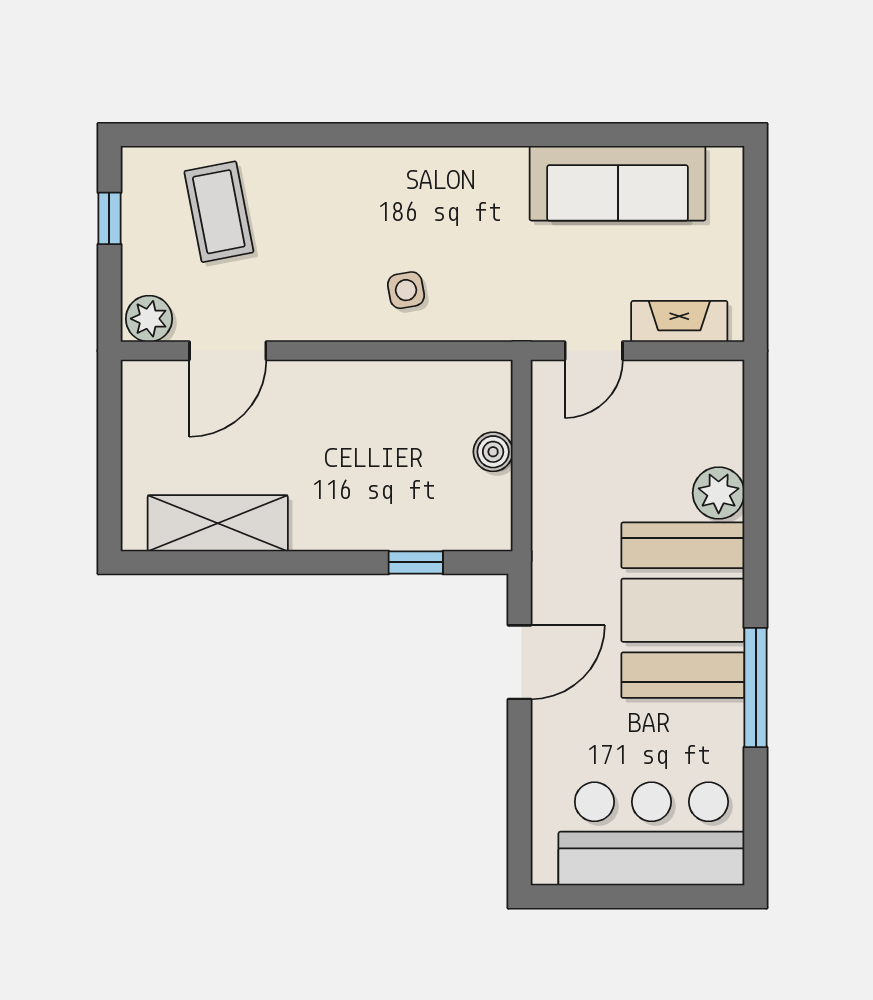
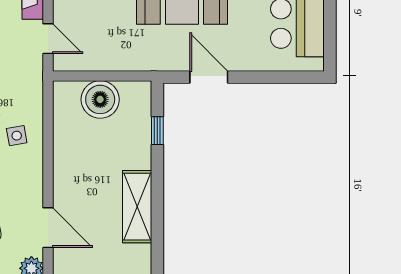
boiler: (493, 452) -> (100, 99), width x1.86, depth x1.86
shelving: (218, 523) -> (137, 207), moved

